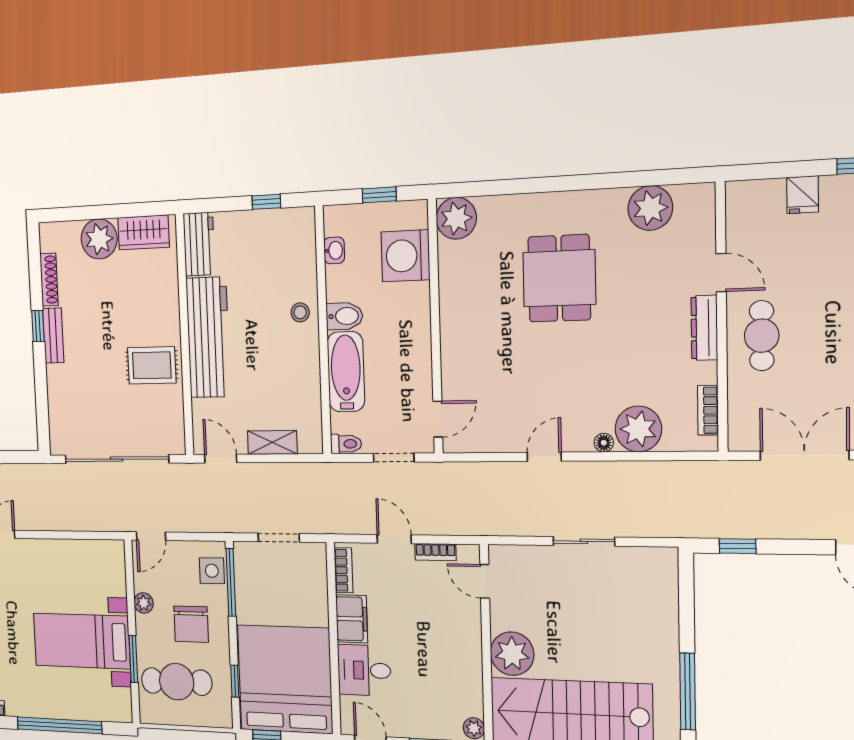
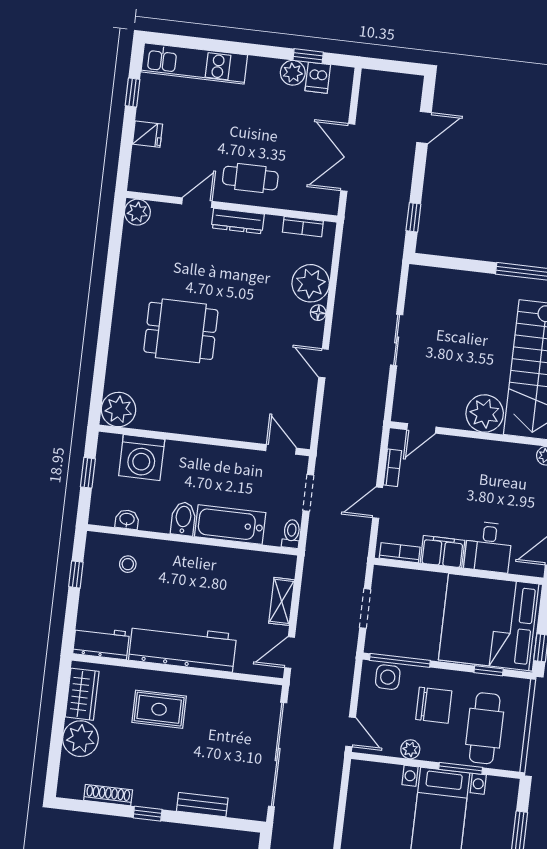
plant: (650, 208) -> (137, 212), moved, width x0.73, depth x0.73
stool: (300, 312) -> (128, 564), moved
bench: (53, 335) -> (202, 805), moved
rug: (152, 365) -> (159, 709), moved, turned 90

